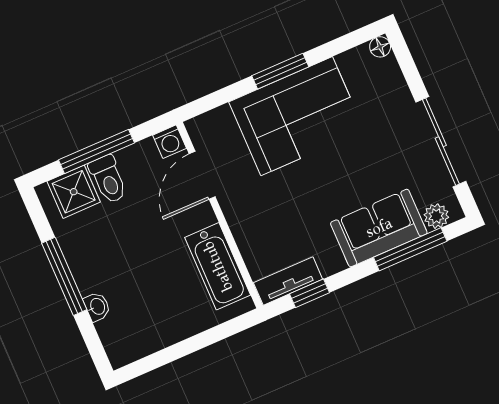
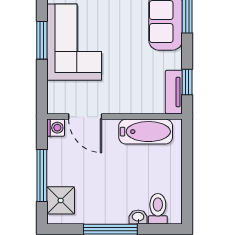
toilet: (108, 179) -> (158, 209), moved, turned -90

